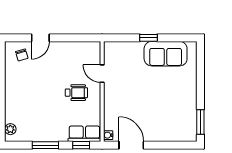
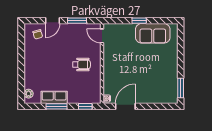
window: (71, 38) -> (77, 21), added
door: (102, 74) -> (102, 36), moved
row of seats: (84, 134) -> (54, 97), moved
door: (131, 145) -> (125, 106), hinge flipped

